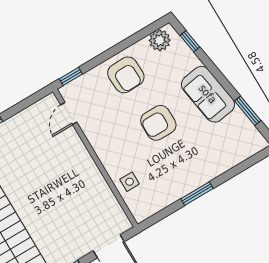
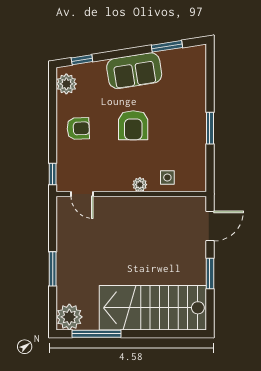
armchair: (126, 75) -> (78, 128), width x0.72, depth x0.72
plant: (108, 161) -> (140, 185), added

